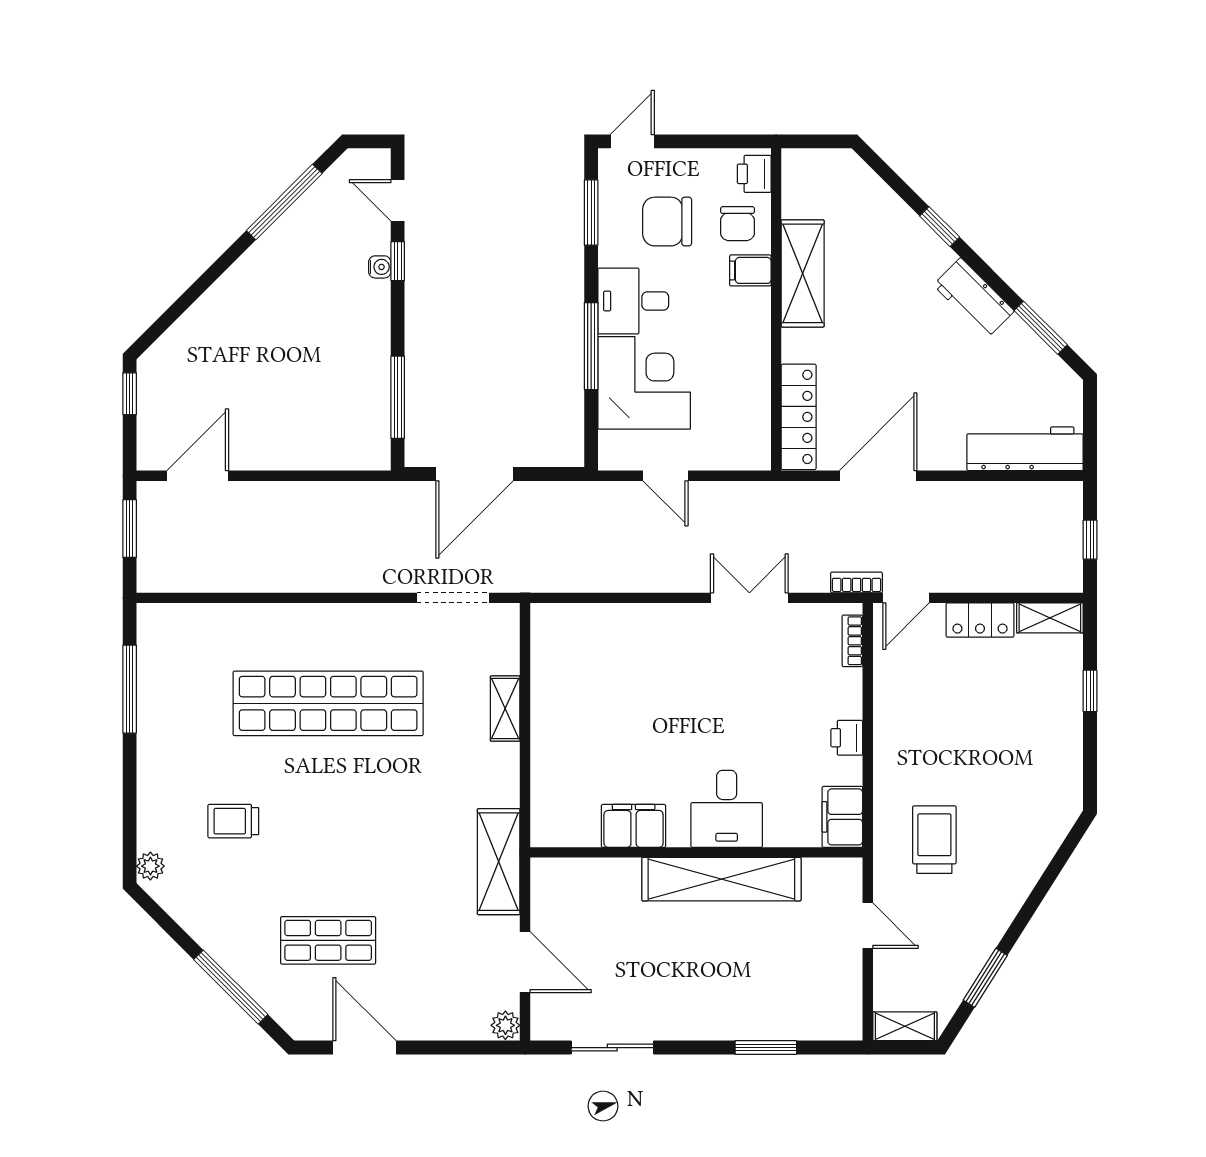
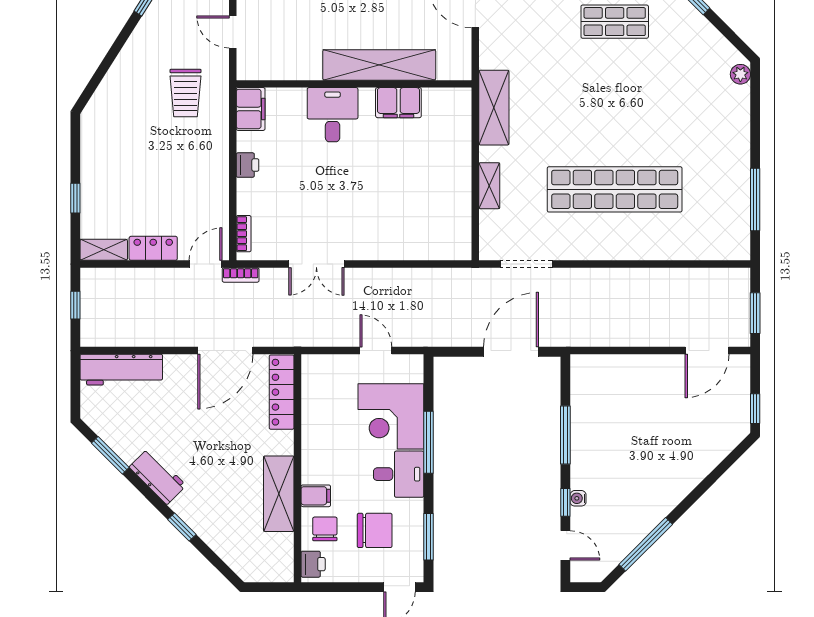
window: (398, 397) -> (565, 435), moved
trolley: (233, 821) -> (682, 106), removed
shelving: (499, 862) -> (494, 108), moved
shelving: (721, 879) -> (379, 65), moved

